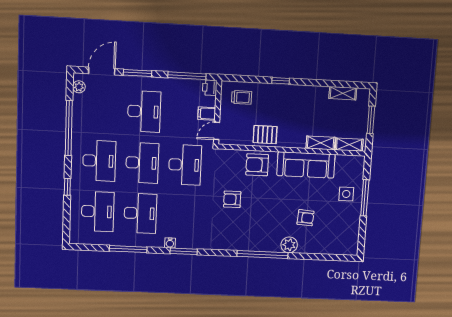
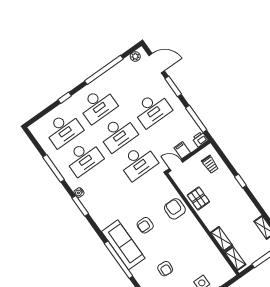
sofa: (306, 165) -> (123, 245), moved, turned 180
armchair: (232, 199) -> (145, 225), moved, turned -90
plant: (289, 245) -> (139, 272), removed

